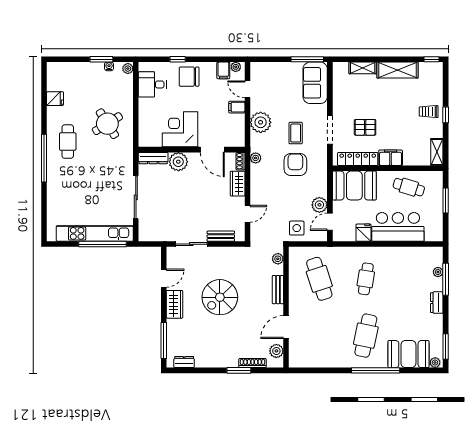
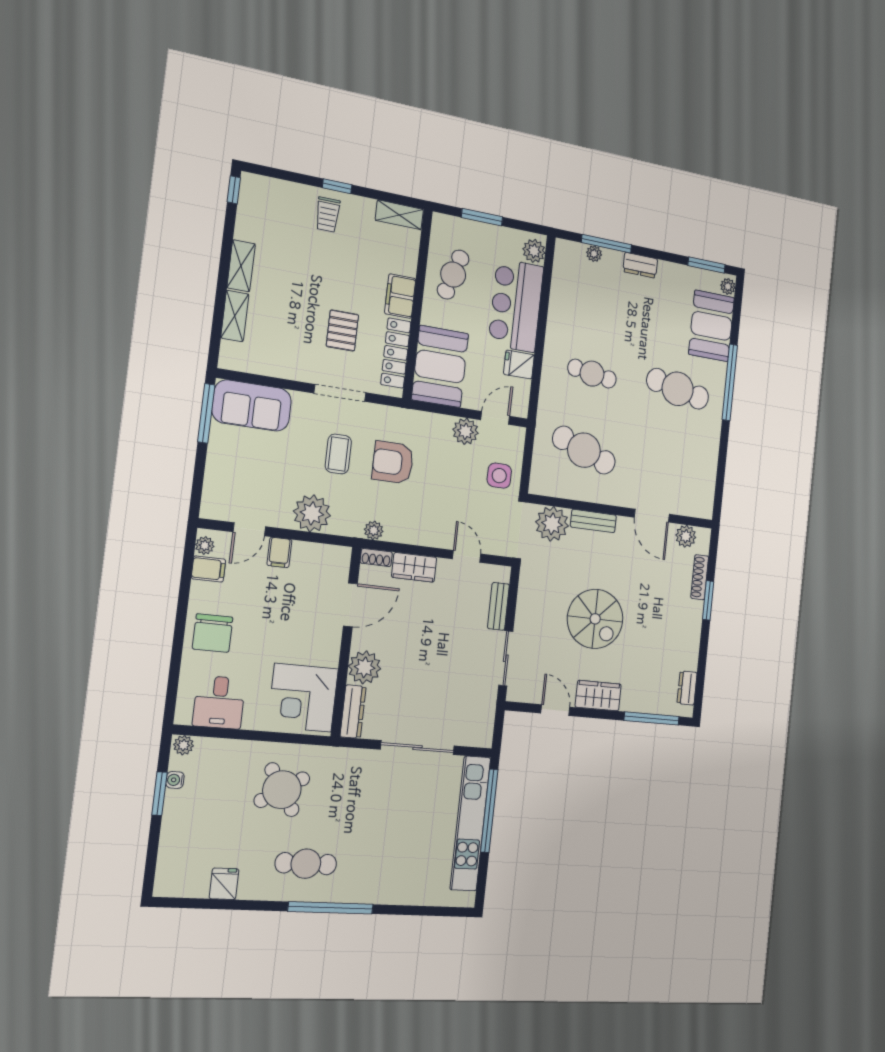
window: (178, 59) -> (177, 651), removed
shelving: (398, 70) -> (241, 266), width x0.67, depth x0.75
corner desk: (180, 129) -> (303, 698), moved
coffee table: (296, 133) -> (338, 454), turned 90
door: (330, 222) -> (495, 418), swing flipped
plant: (432, 234) -> (534, 251), added
plant: (278, 259) -> (552, 524), width x1.88, depth x1.88
cafe table: (319, 279) -> (584, 450), turned 39

